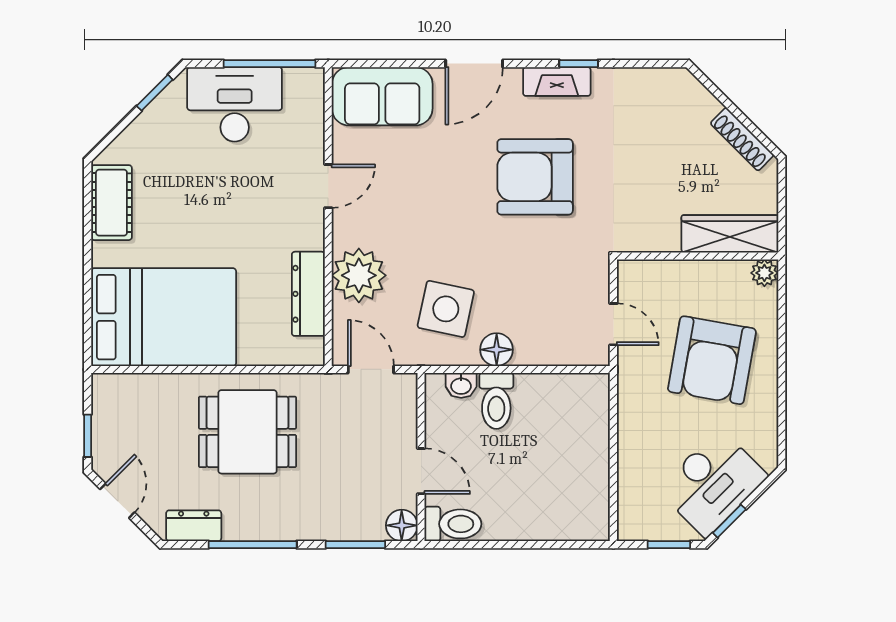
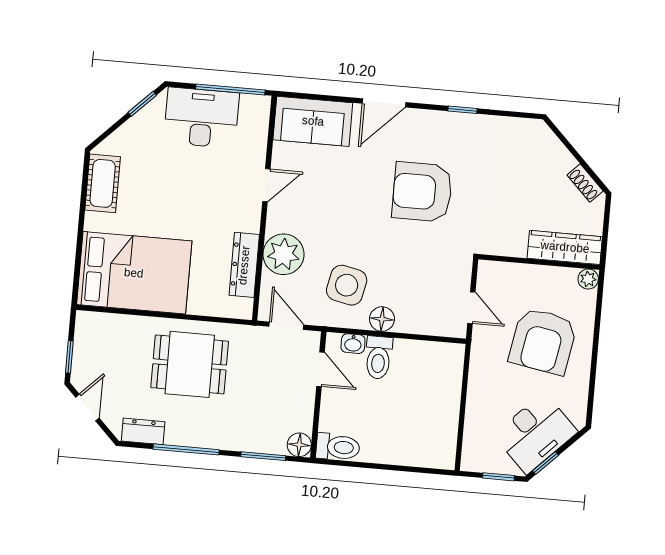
fireplace: (557, 81) -> (445, 122), removed
shoe rack: (742, 139) -> (585, 183), width x0.70
door: (421, 471) -> (320, 369), moved

